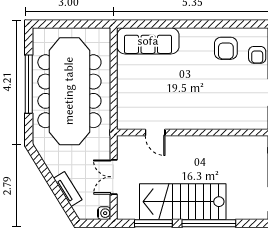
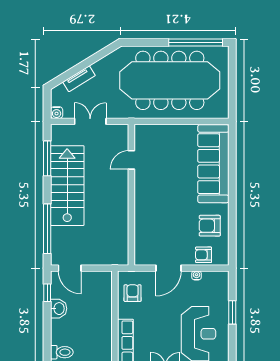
sofa: (148, 41) -> (213, 164), width x1.36, depth x1.27
window: (29, 84) -> (196, 42), moved
window: (209, 223) -> (47, 229), moved

